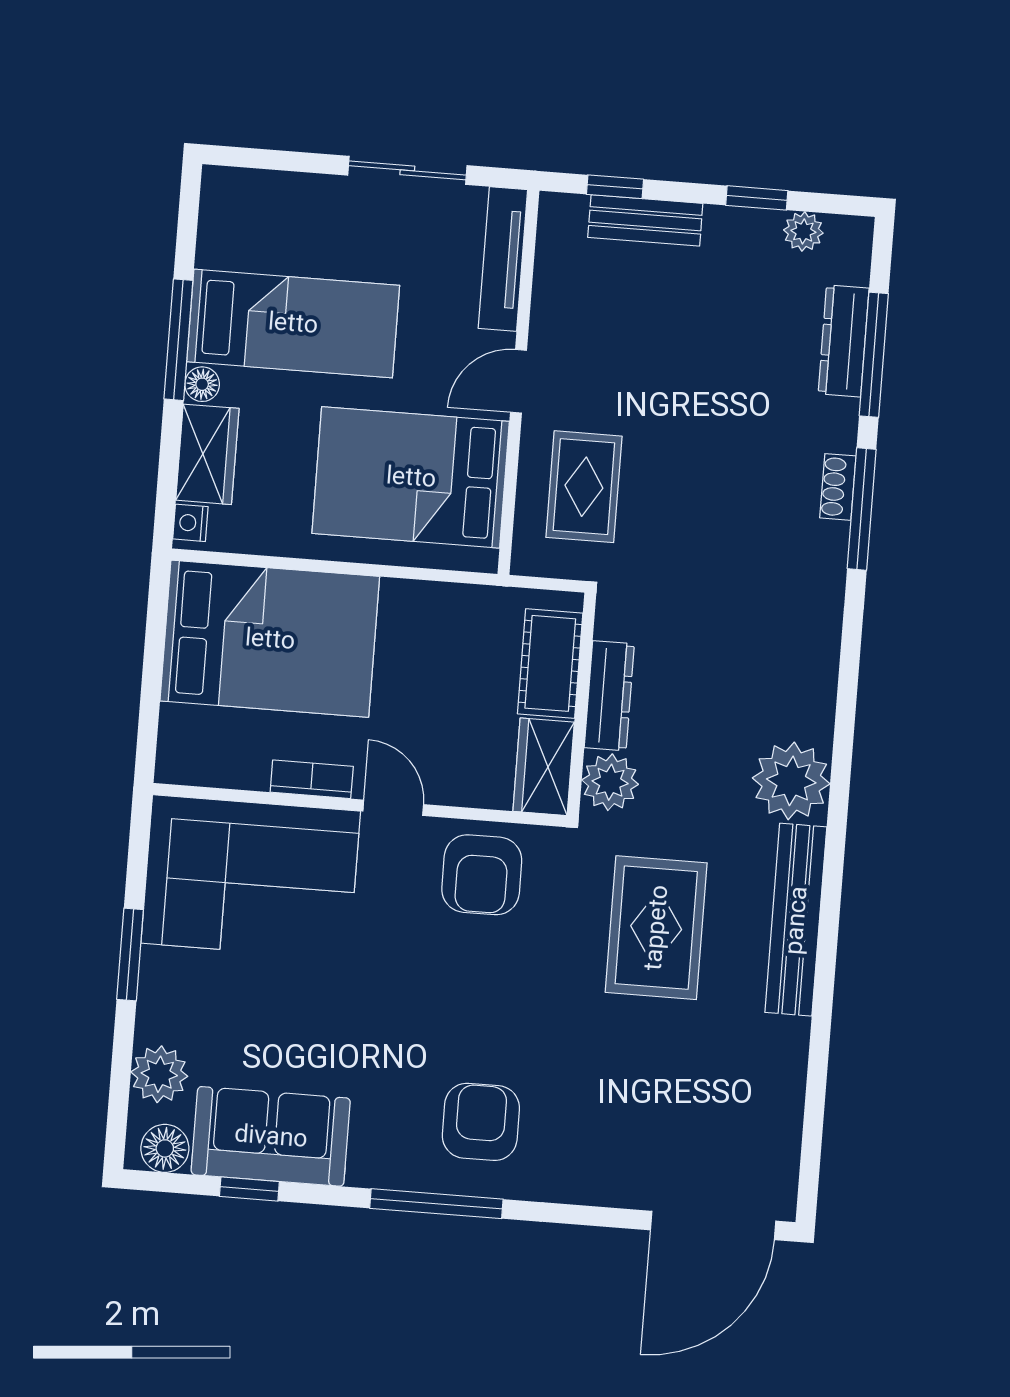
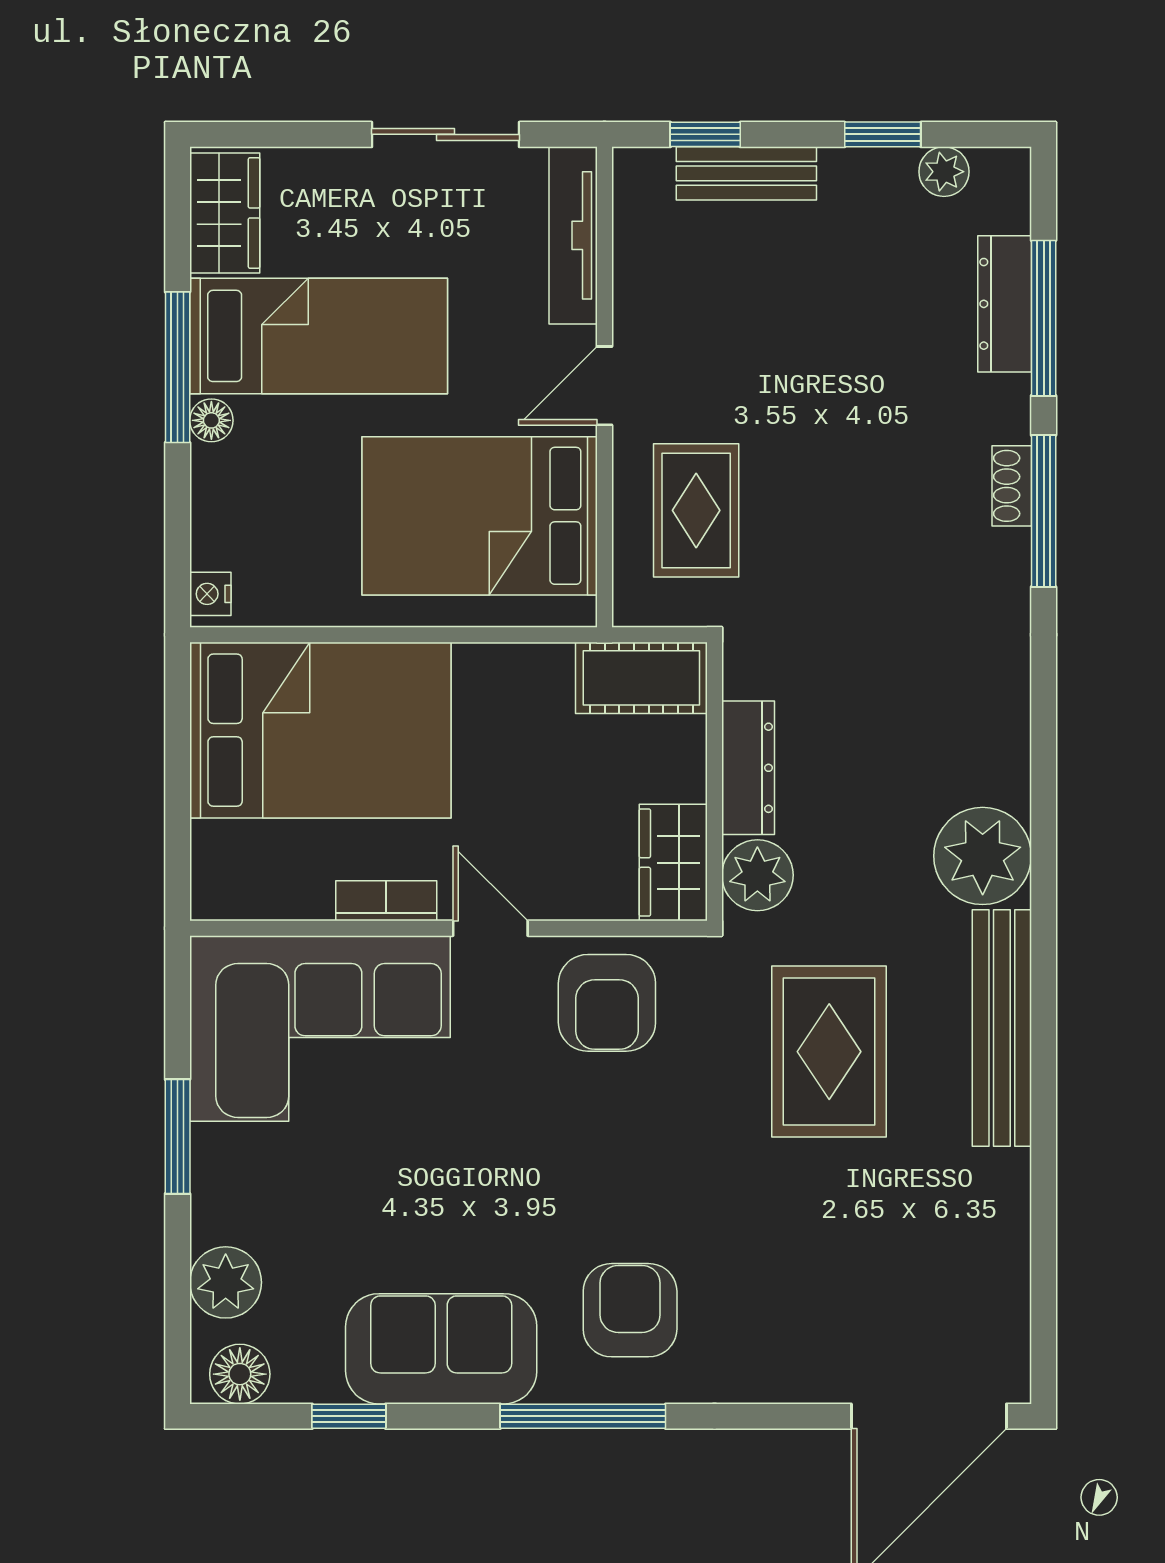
wardrobe: (207, 454) -> (225, 213), moved
cot: (550, 663) -> (641, 678), moved, turned 90
sofa: (271, 1136) -> (441, 1349), moved

